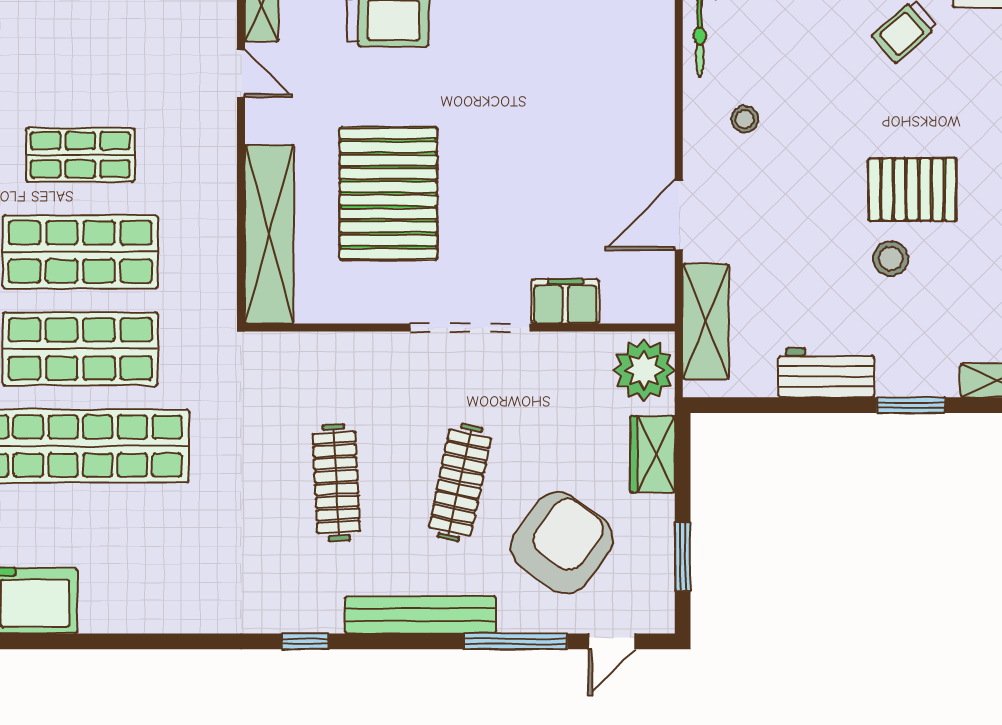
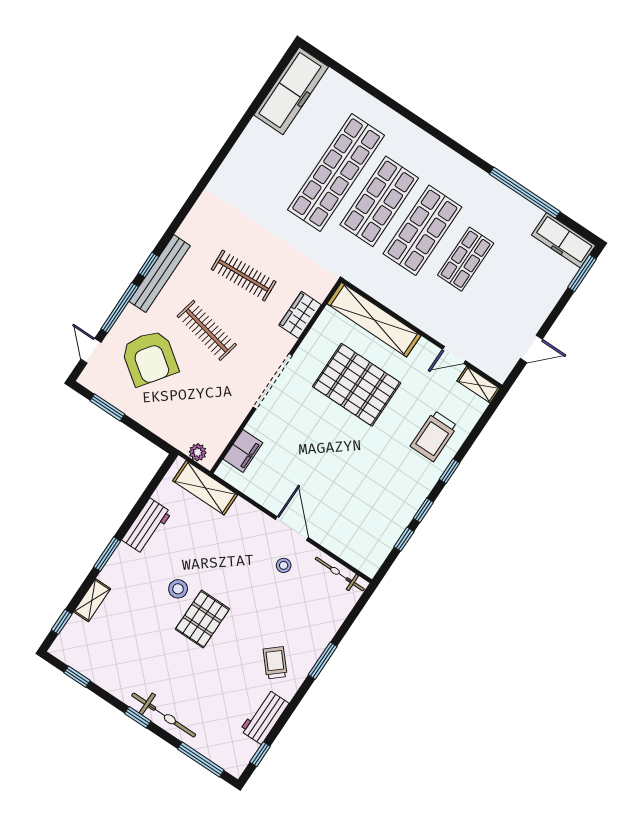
door: (679, 215) -> (292, 528), moved
filing cabinet: (565, 301) -> (243, 451), moved
plant: (644, 370) -> (198, 452), width x0.53, depth x0.53
wardrobe: (653, 454) -> (300, 315), moved, turned -90
window: (305, 641) -> (148, 265), moved

